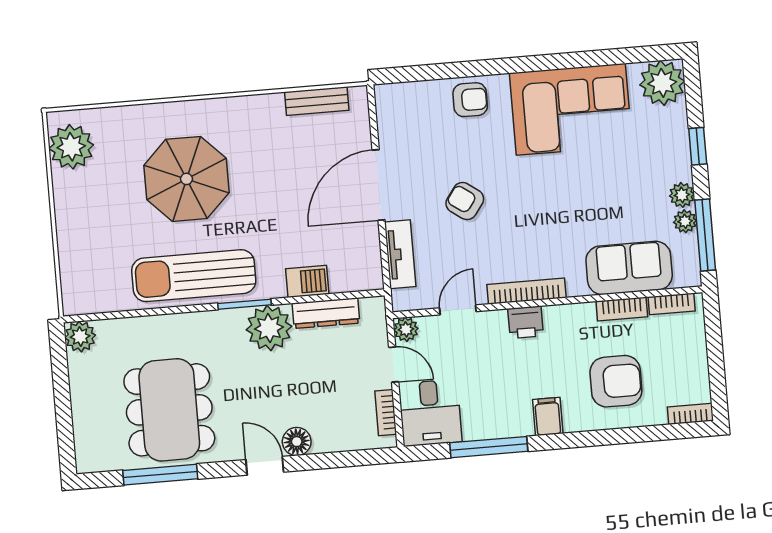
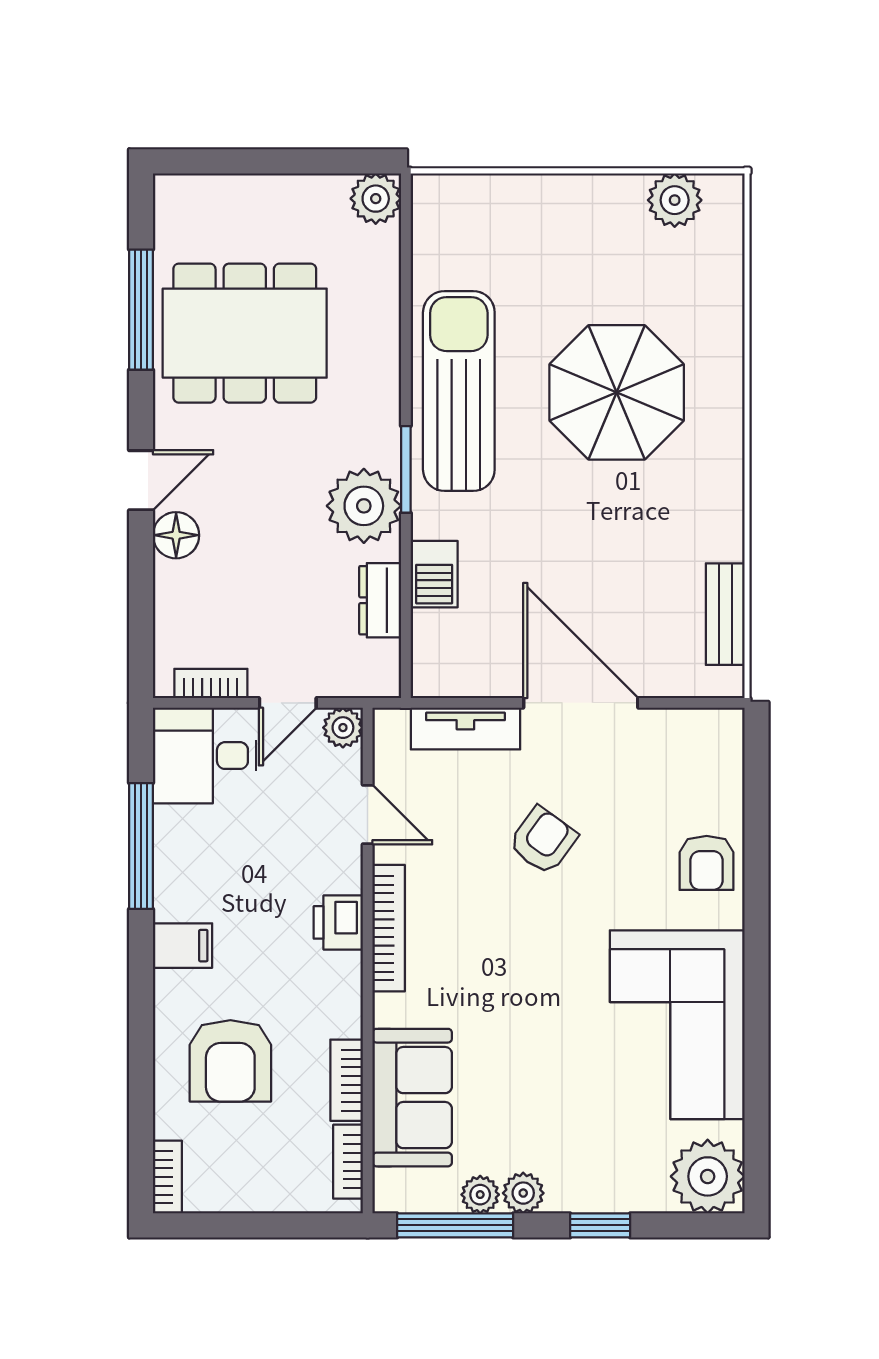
plant: (71, 147) -> (675, 200), width x0.73, depth x0.73
dresser: (326, 313) -> (380, 600), width x0.70

